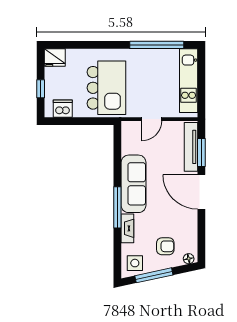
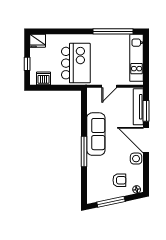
fireplace: (127, 228) -> (91, 167), removed
side table: (135, 263) -> (136, 159), moved

